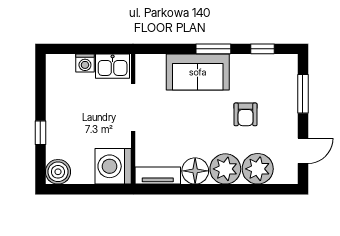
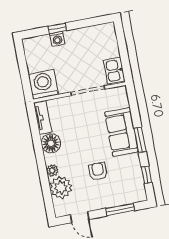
washing machine: (85, 63) -> (57, 39), moved, turned -90
armchair: (246, 114) -> (98, 171), turned 90
plant: (225, 169) -> (52, 170), width x0.53, depth x0.53
boiler: (58, 172) -> (32, 46), removed

